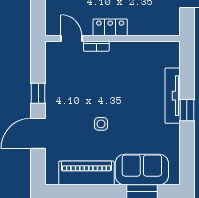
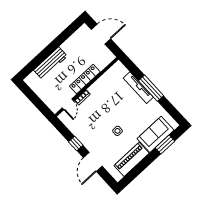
locker: (110, 27) -> (85, 79), width x1.53
door: (71, 39) -> (68, 104), swing flipped
window: (187, 110) -> (151, 88), width x2.17

